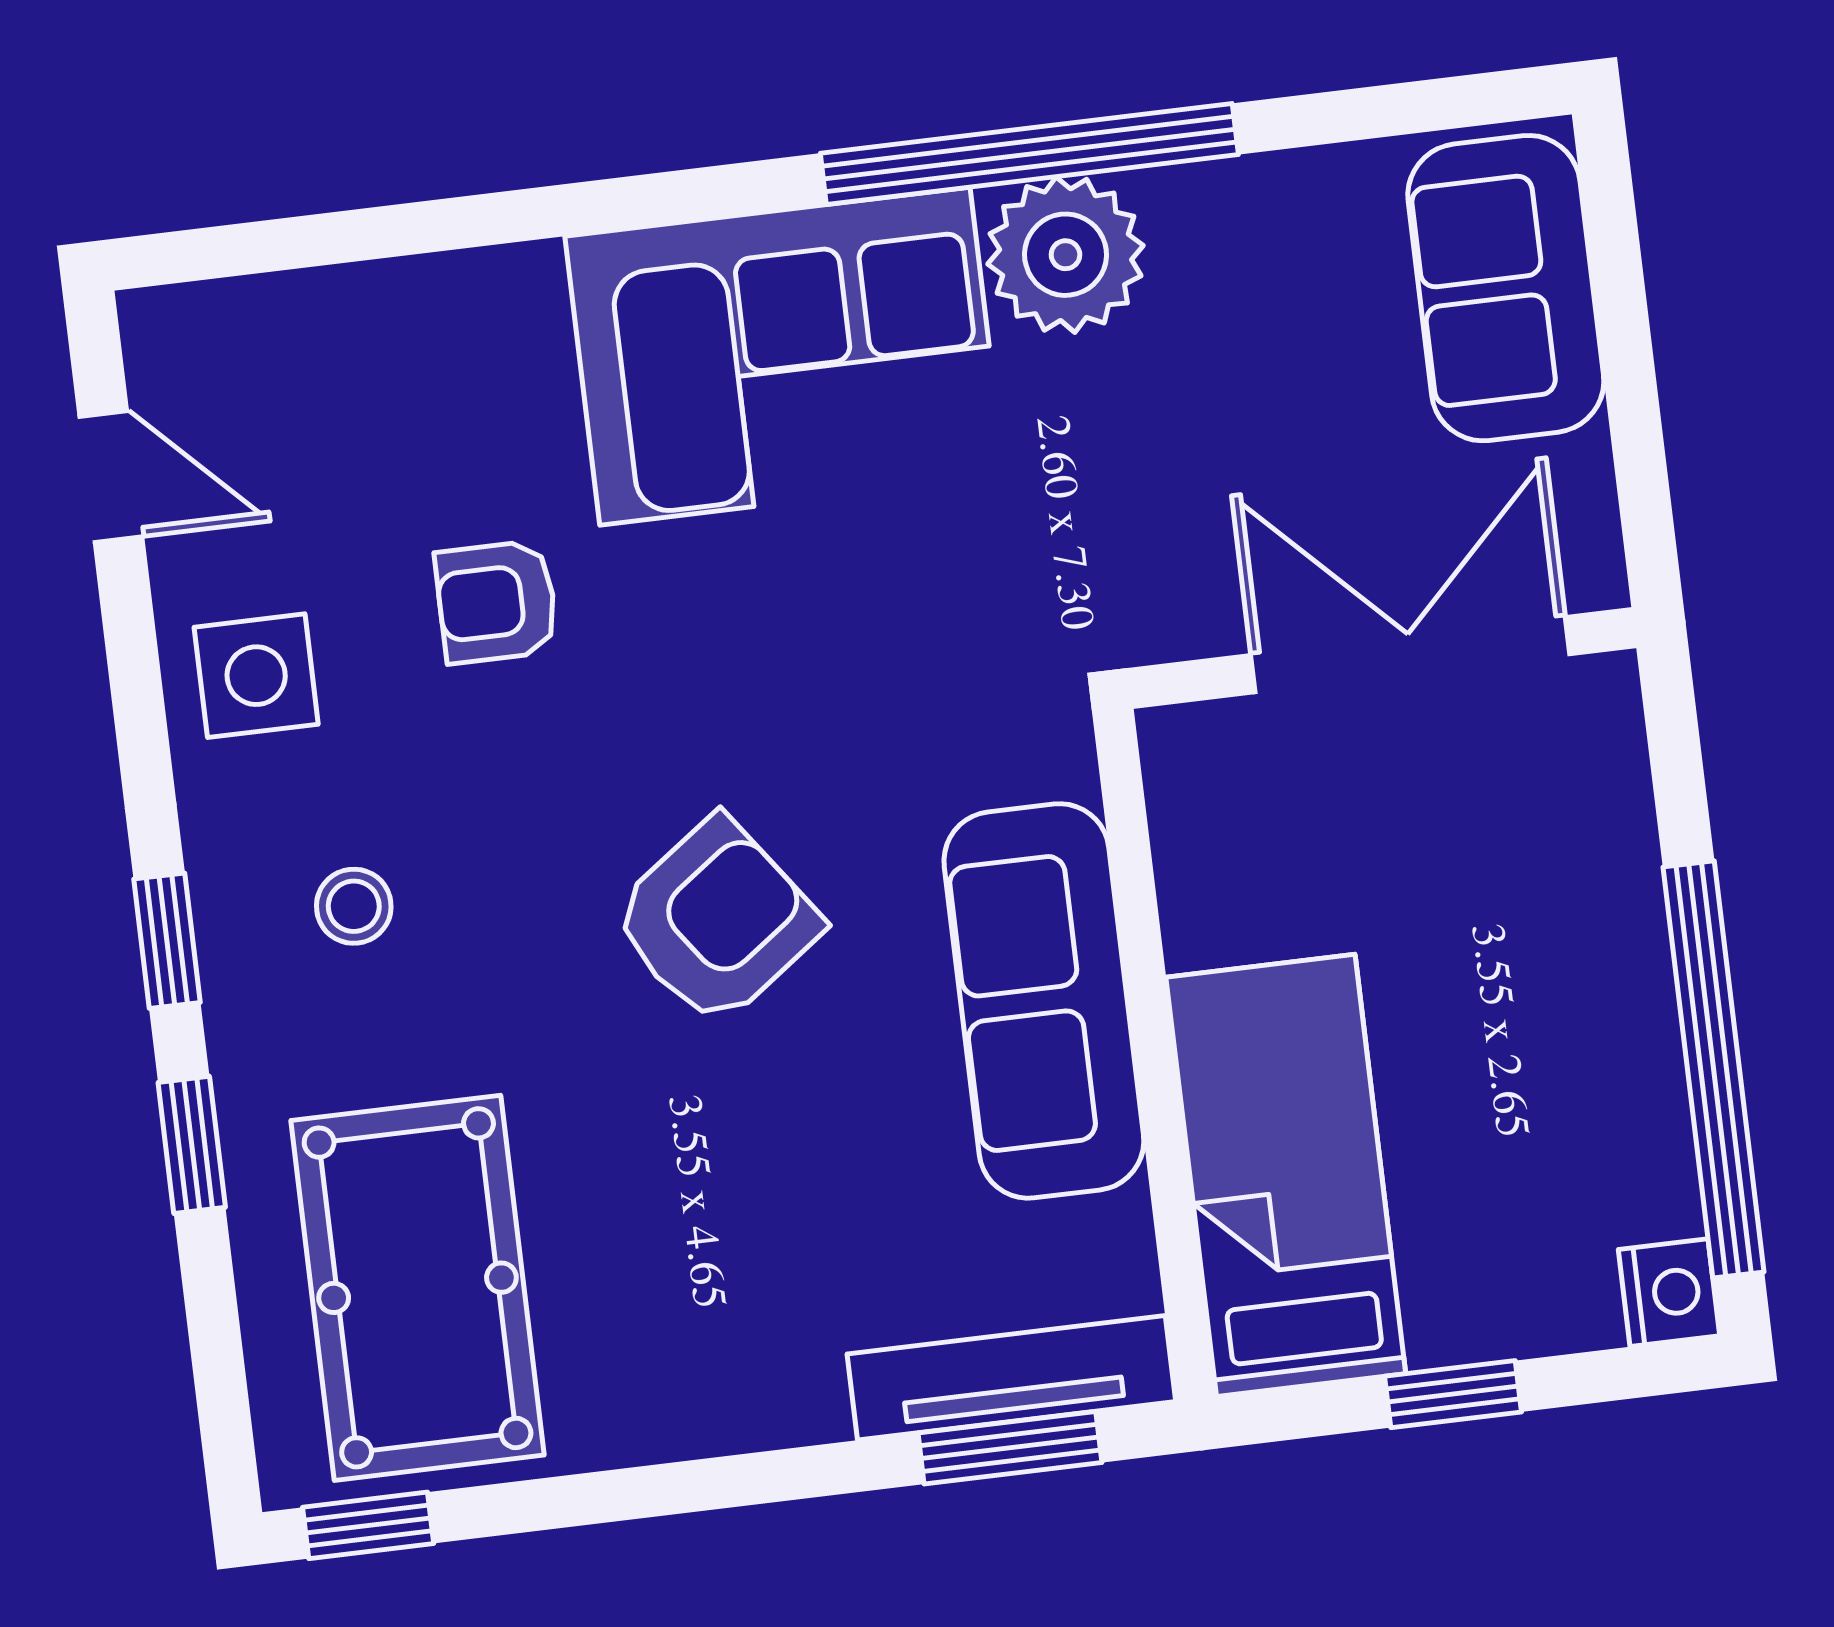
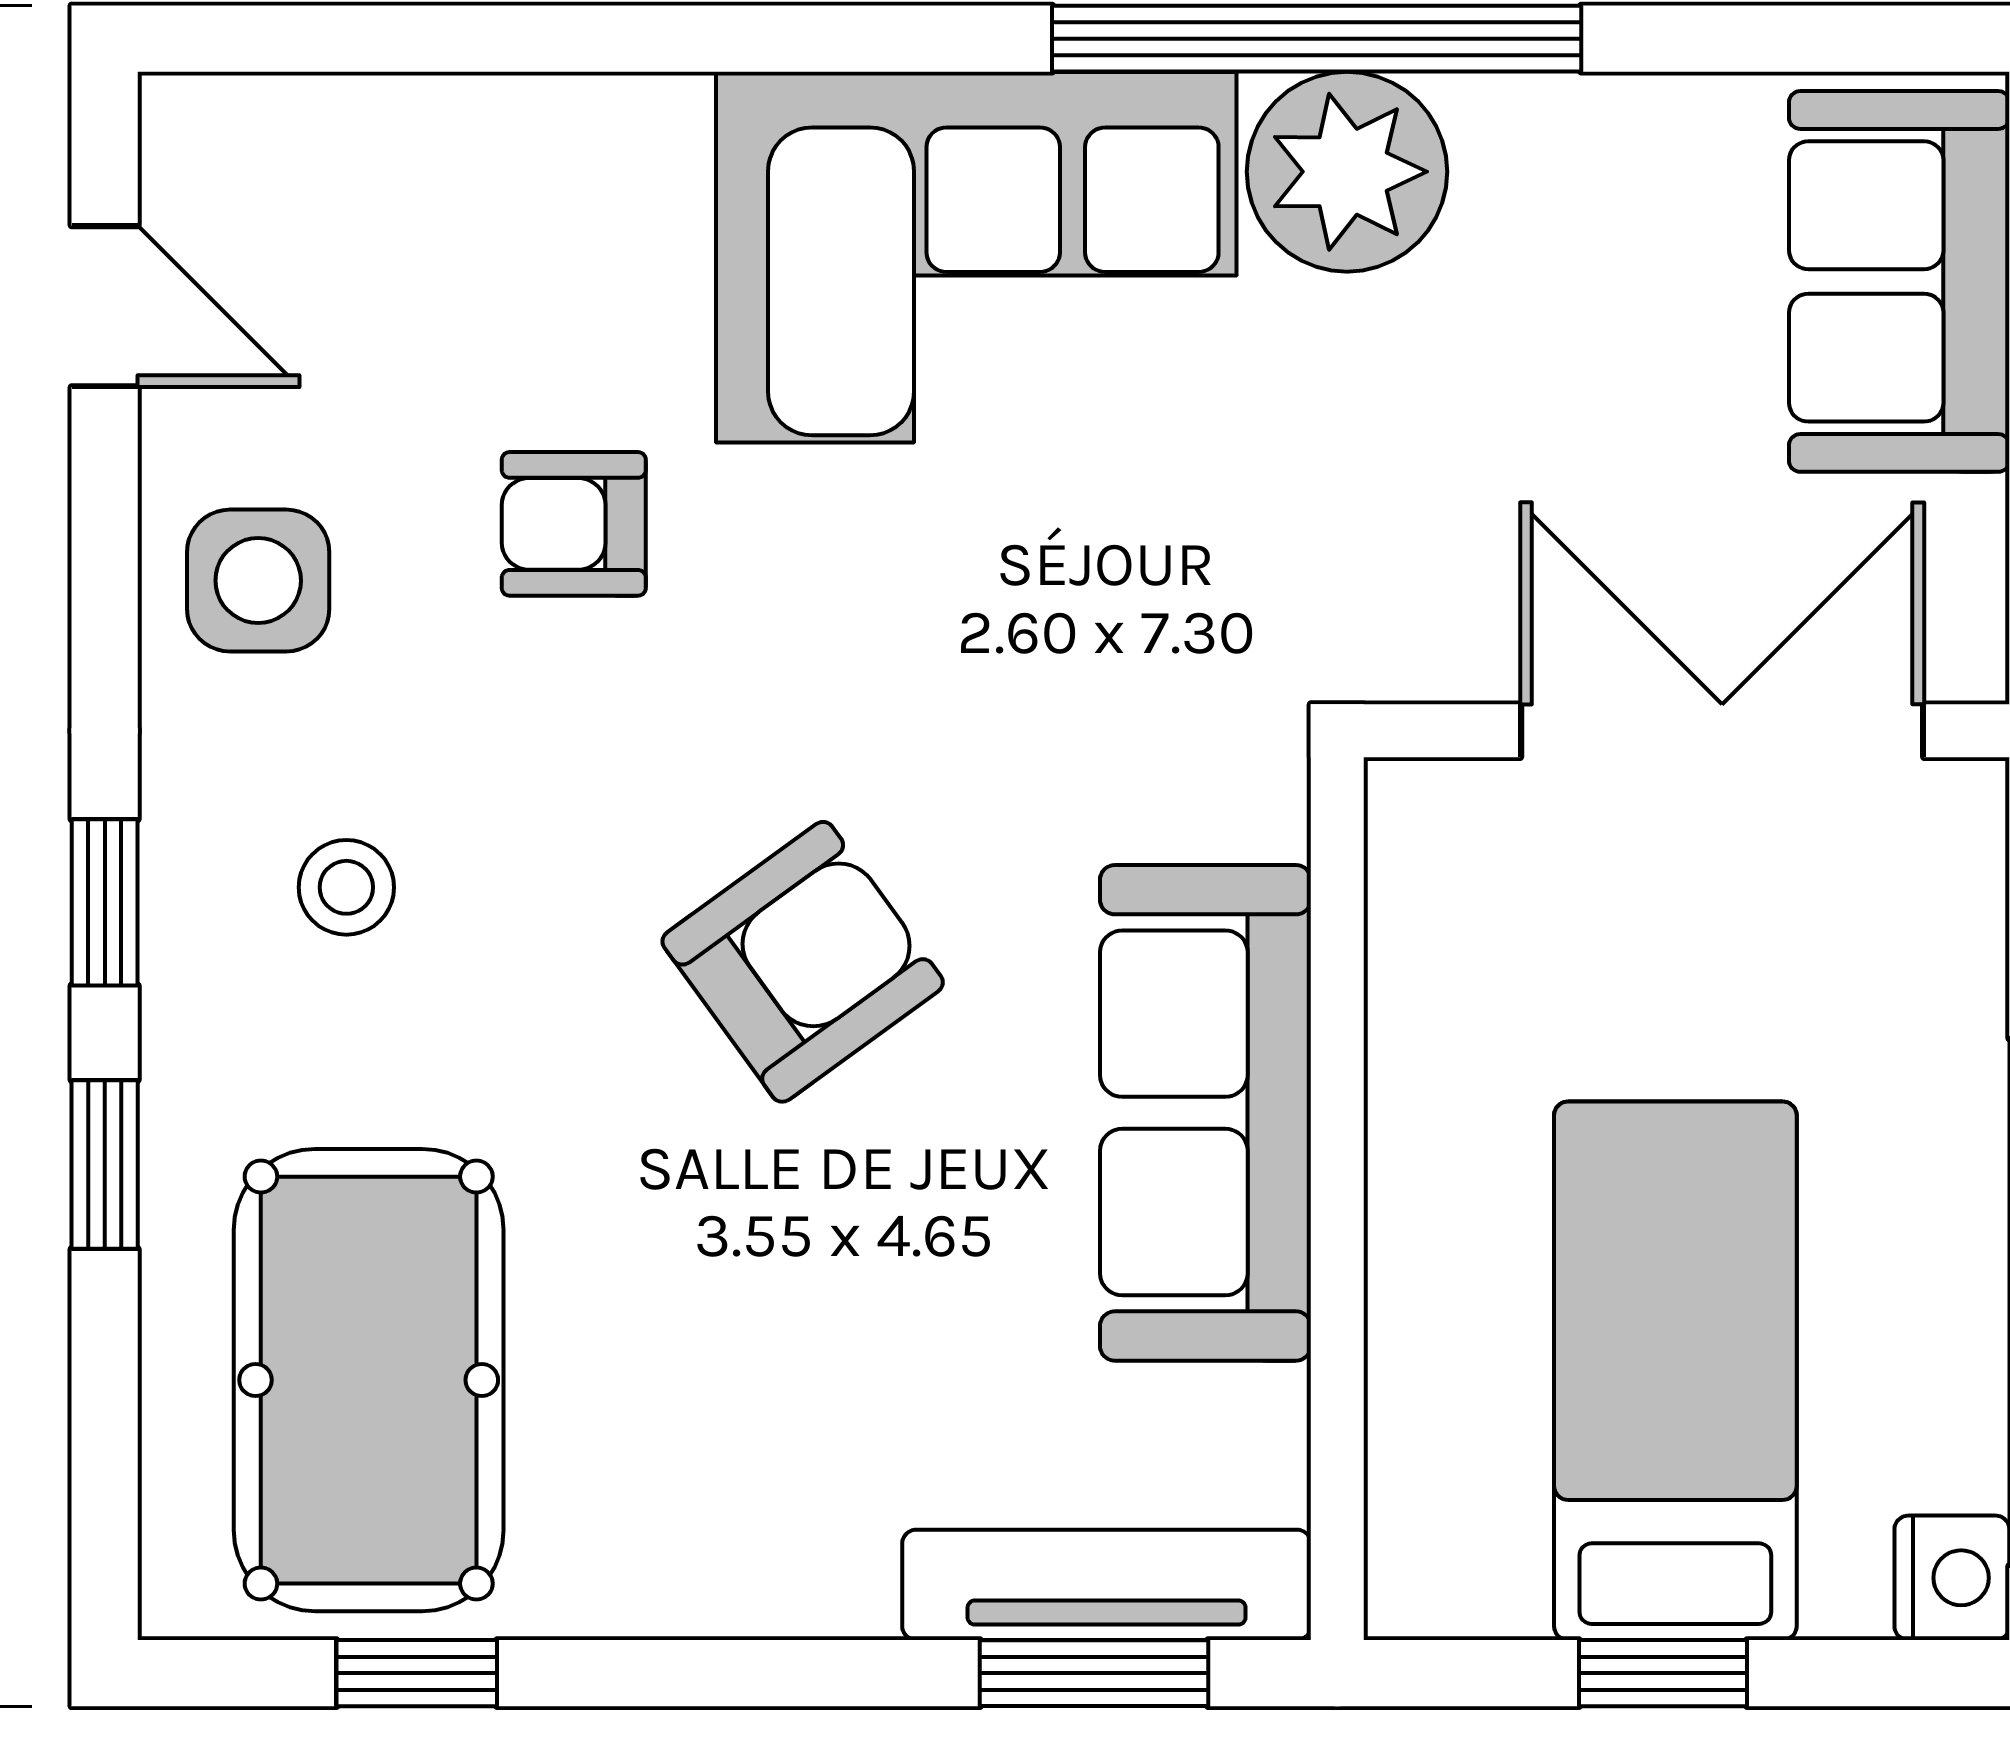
bed: (1286, 1175) -> (1675, 1371), moved
window: (368, 1525) -> (417, 1673), moved

